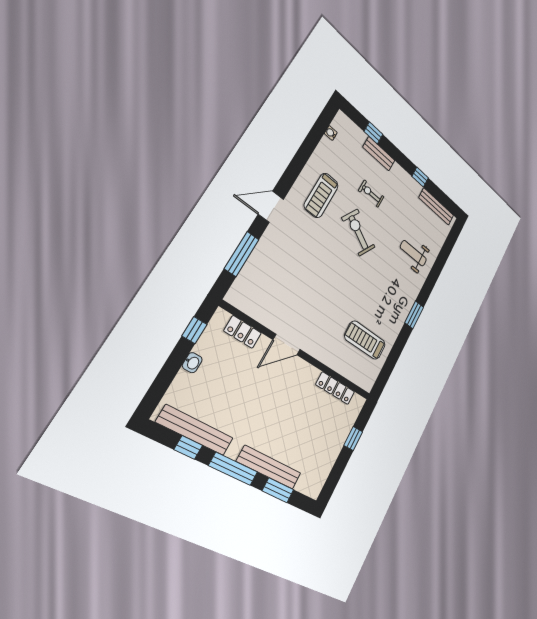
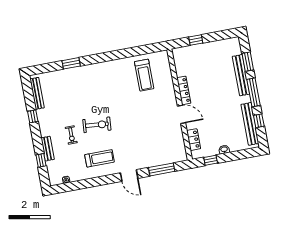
exercise bike: (358, 233) -> (97, 125), turned -114
weight bench: (413, 253) -> (75, 85), removed
window: (414, 315) -> (71, 63), moved
locker: (335, 388) -> (184, 90), moved

